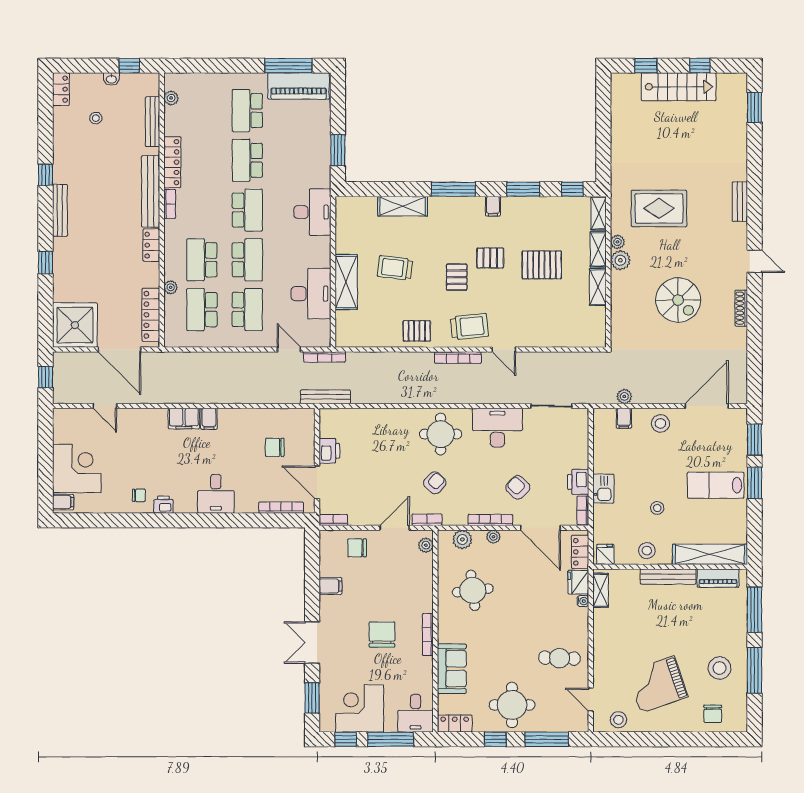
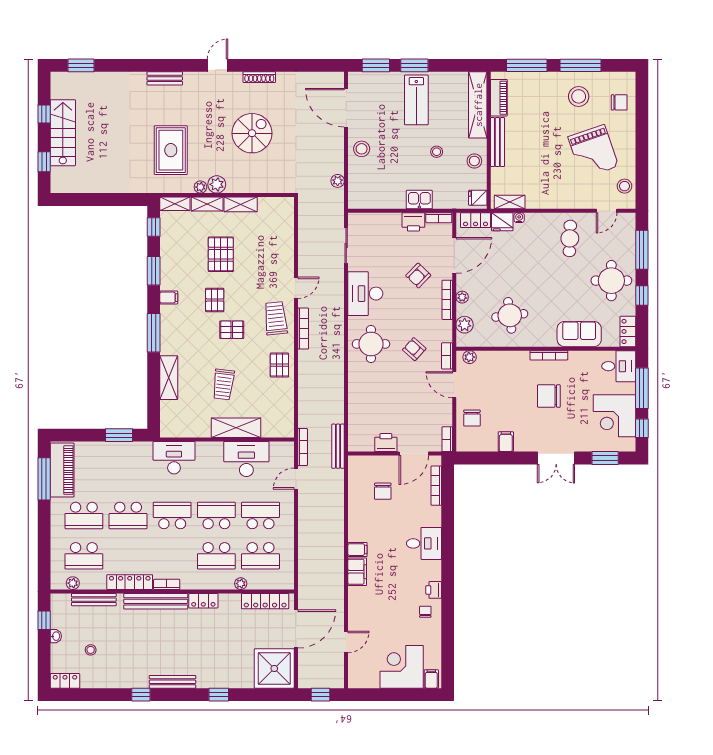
school desk: (202, 111) -> (84, 556), added
filing cabinet: (624, 418) -> (357, 181), removed

